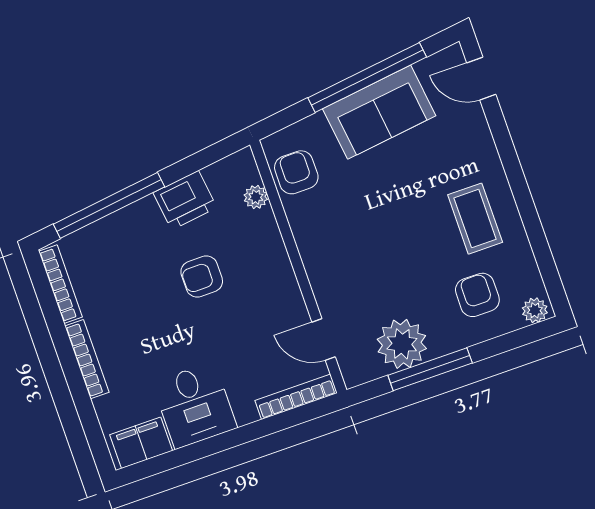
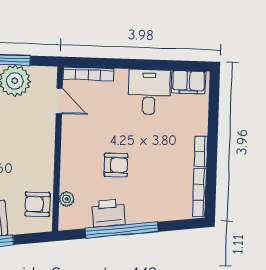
armchair: (296, 172) -> (37, 204), turned 90
window: (109, 205) -> (122, 230), moved
bookcase: (87, 359) -> (201, 152), width x0.64

